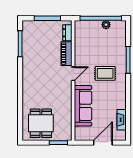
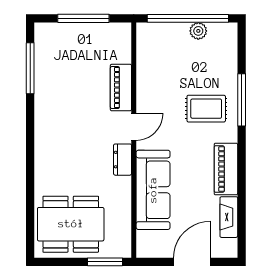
dresser: (67, 33) -> (123, 160), moved
rug: (105, 73) -> (206, 109), moved
piano: (120, 95) -> (226, 169), added
dining table: (41, 123) -> (71, 224), width x1.37

